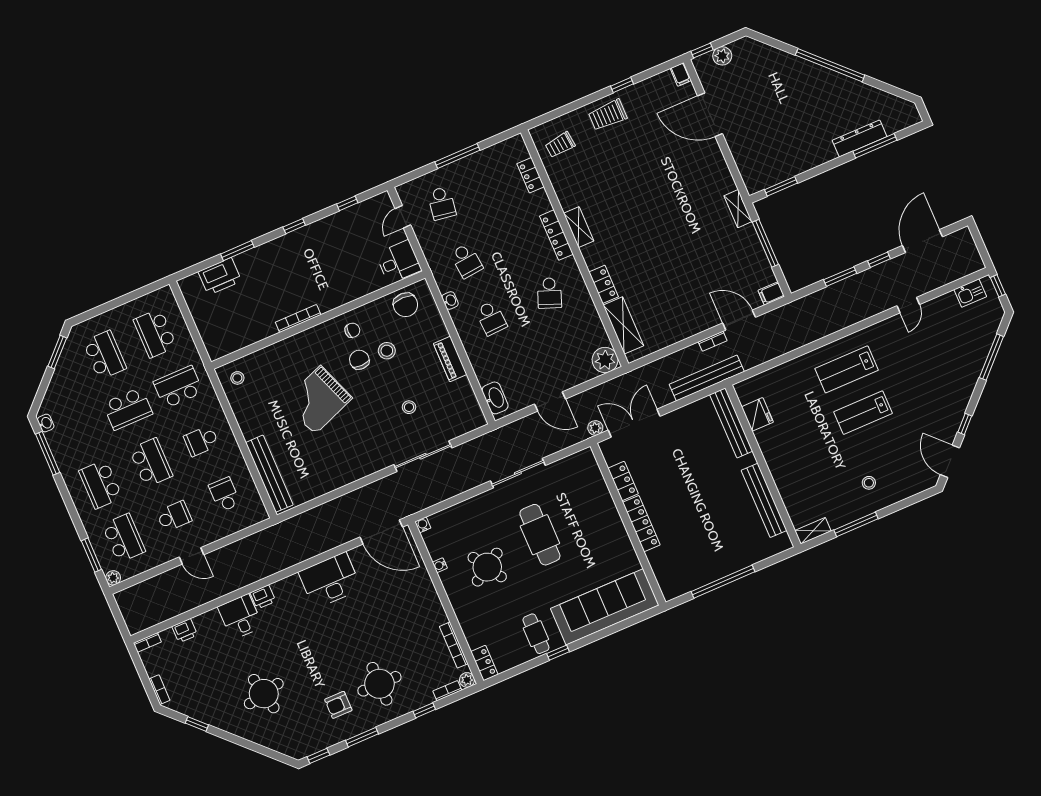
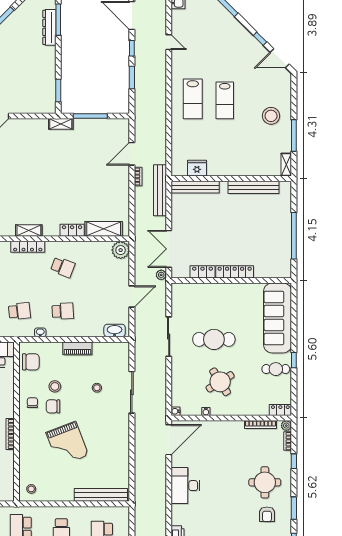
filing cabinet: (771, 293) -> (124, 126), removed
stool: (869, 483) -> (271, 116), width x1.89, depth x1.89

